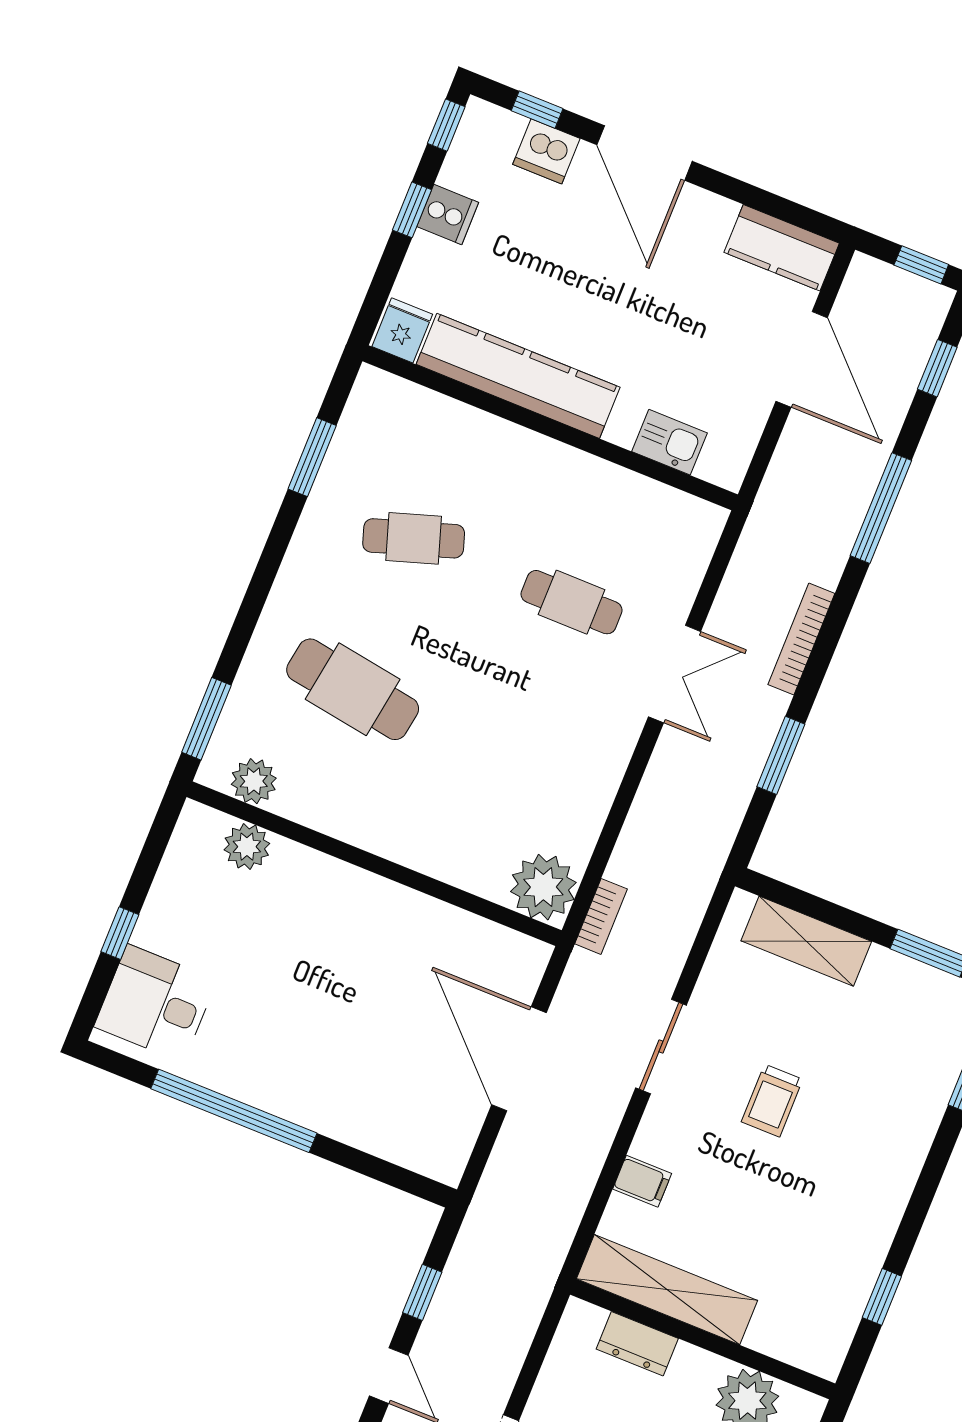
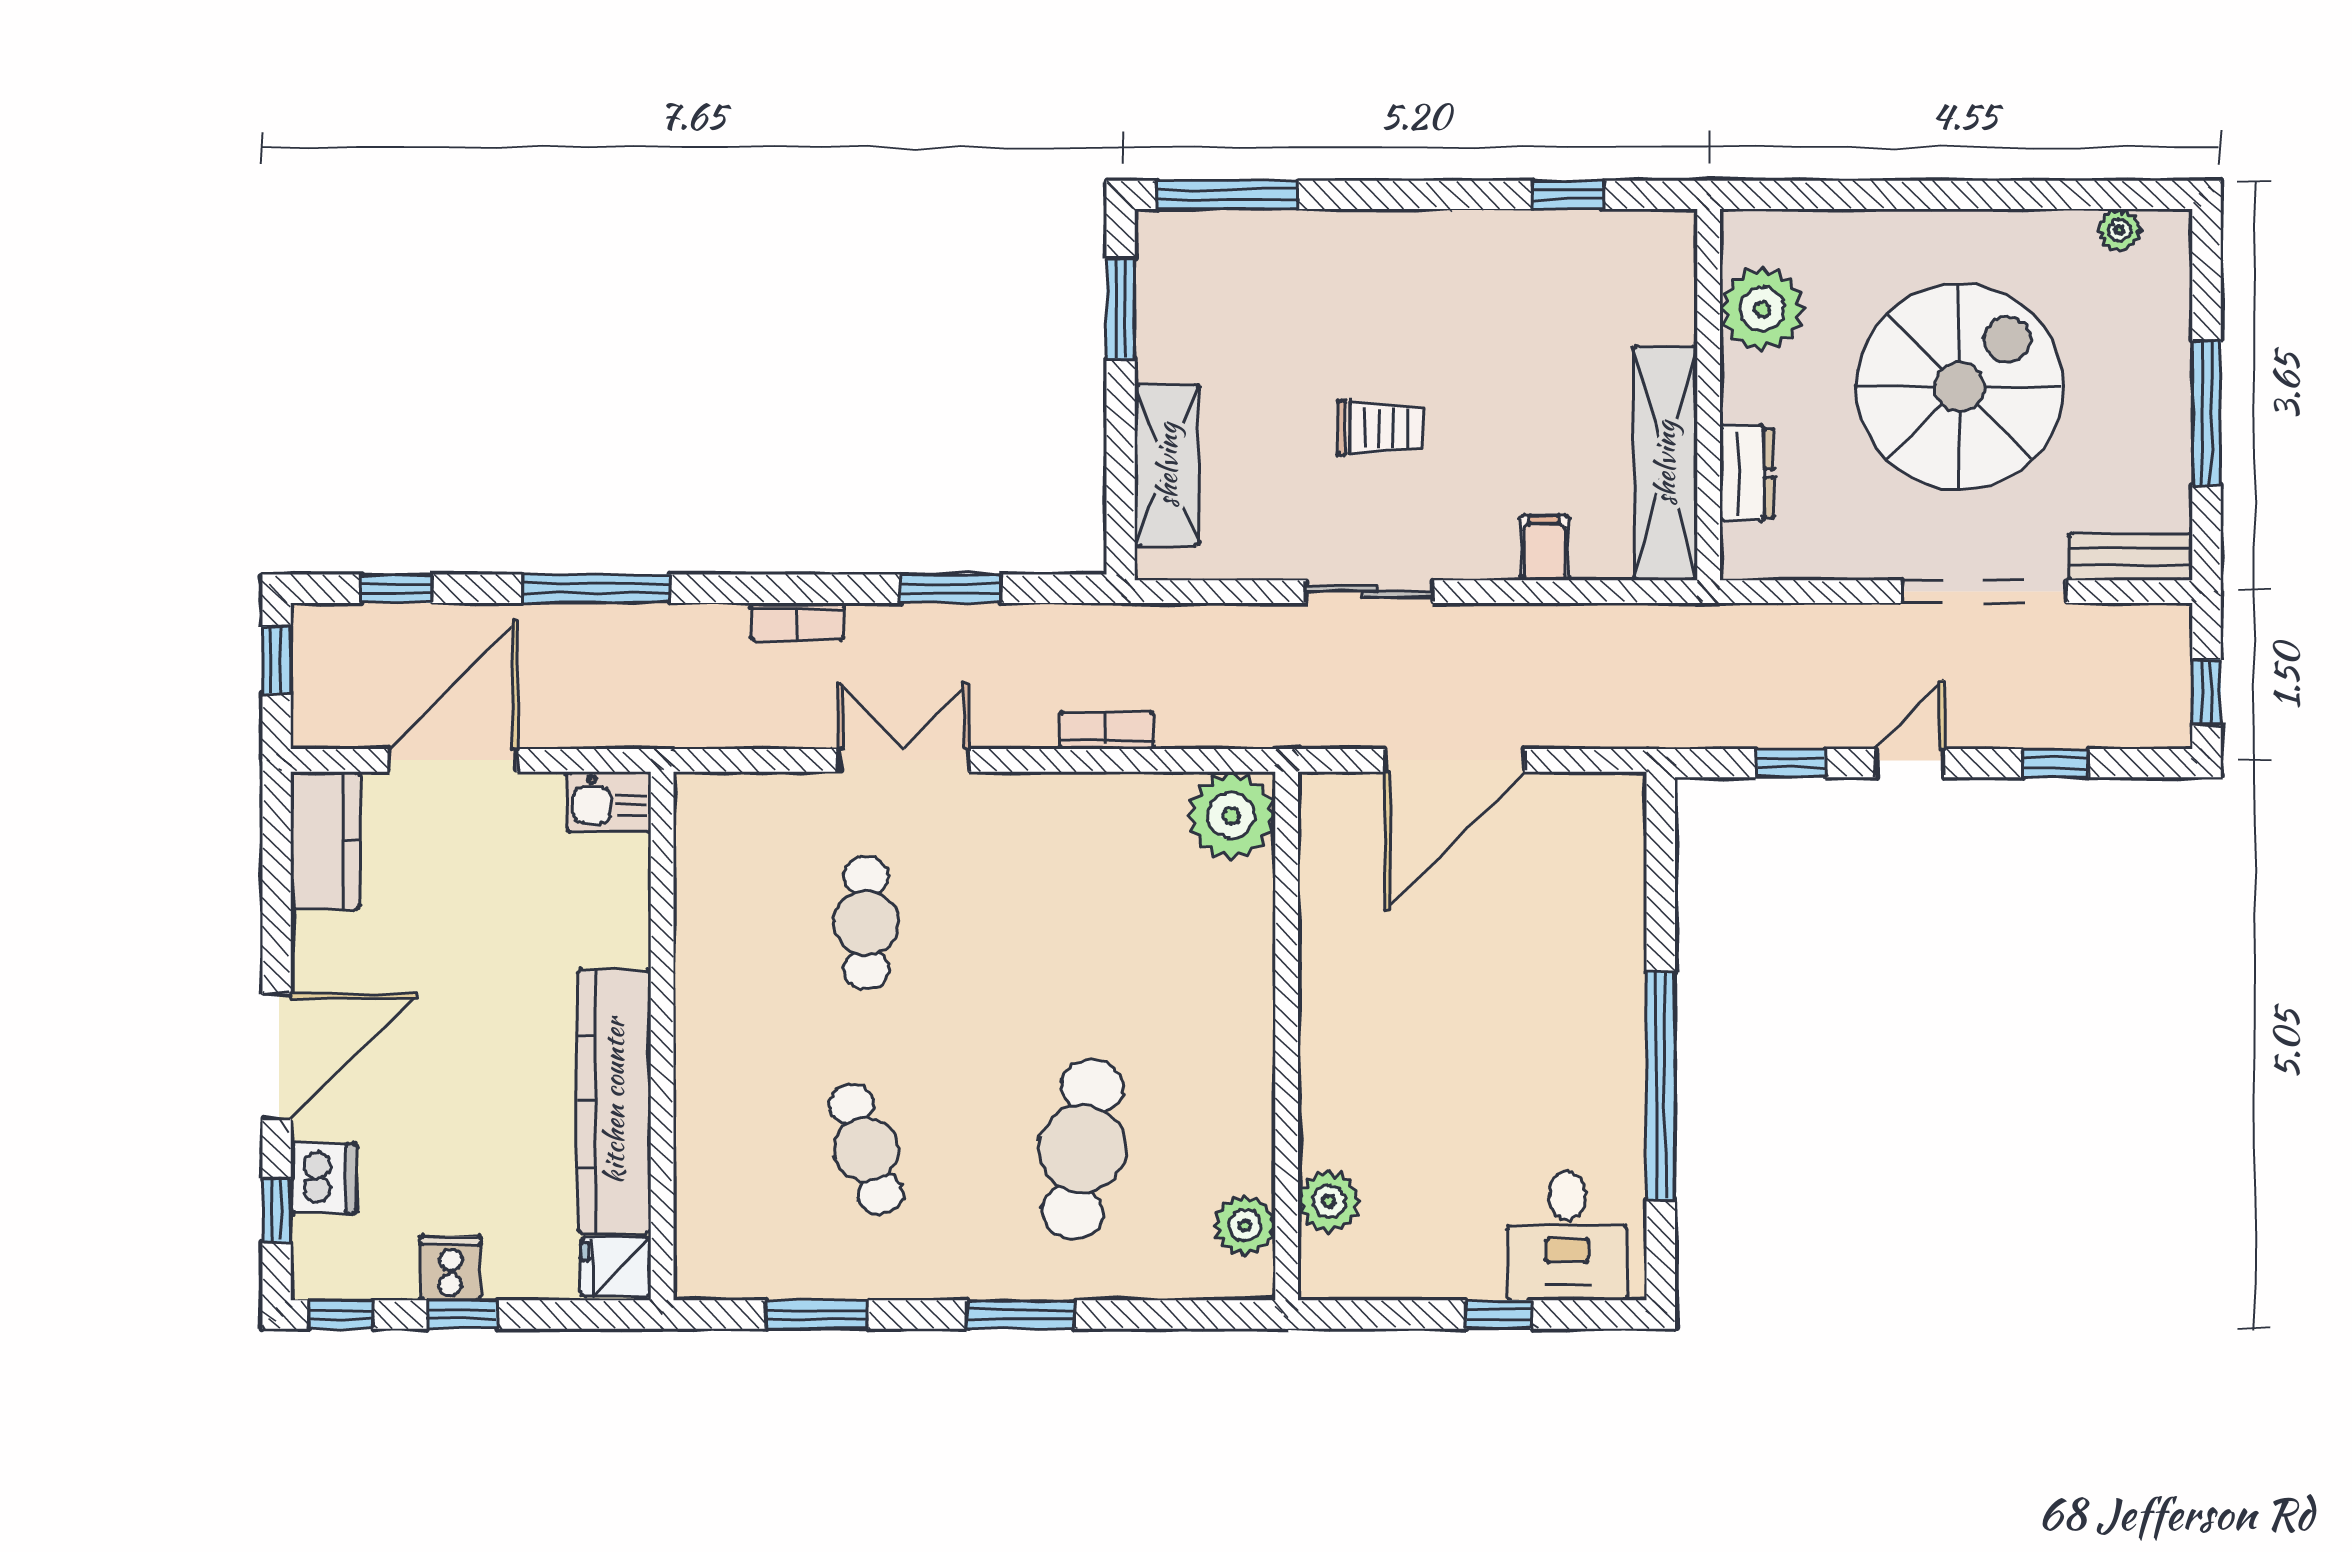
kitchen sink: (669, 442) -> (609, 802), moved, turned -90
bookcase: (801, 639) -> (797, 621), width x0.64
window: (206, 719) -> (1021, 1315), moved
bookcase: (601, 916) -> (1106, 730), moved

